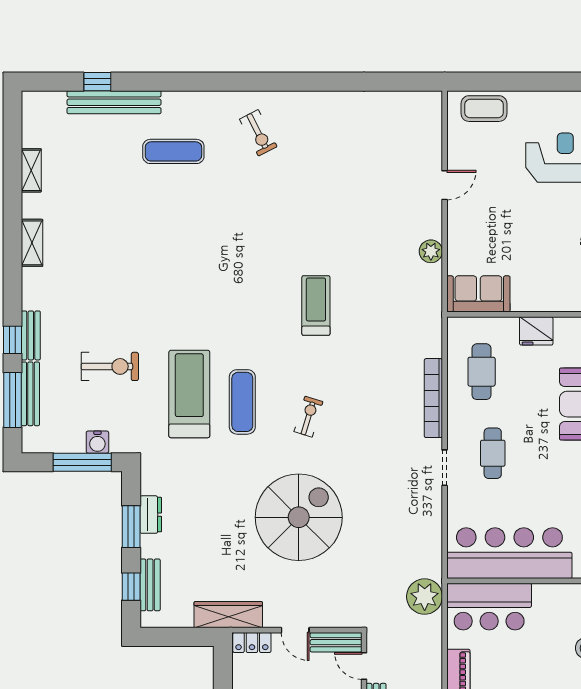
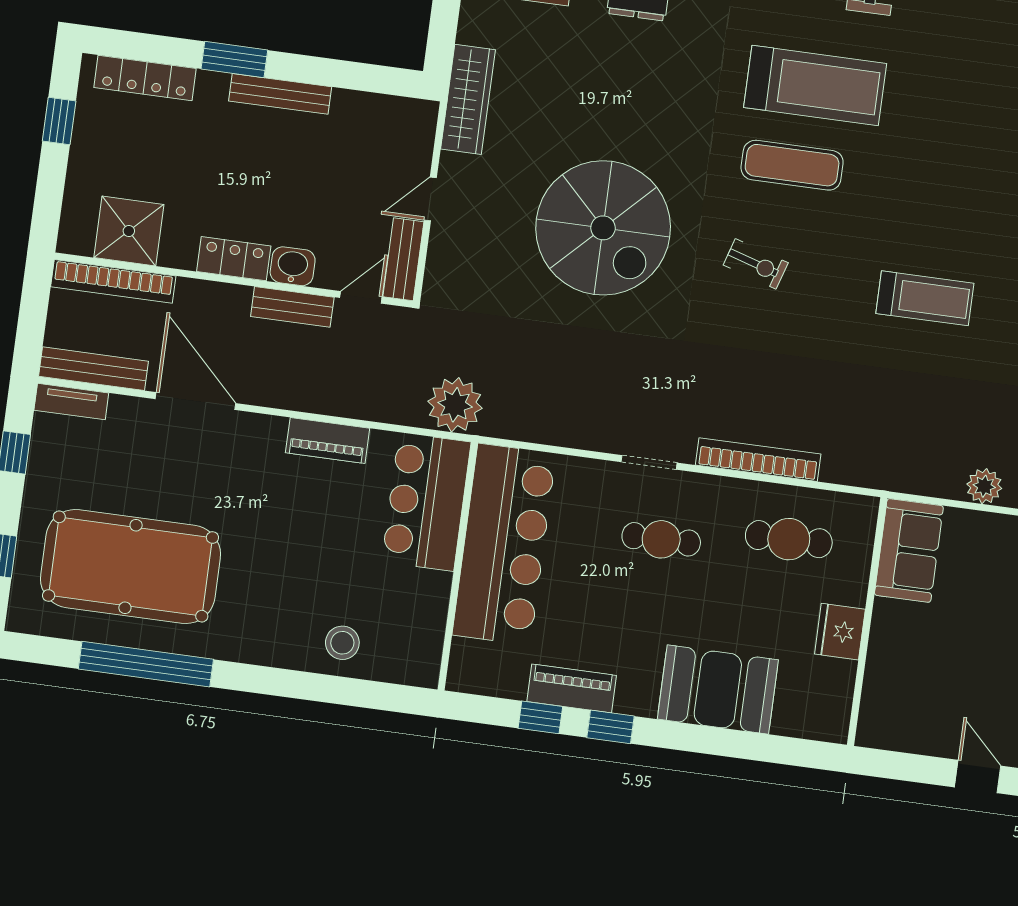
locker: (252, 642) -> (420, 130), removed

